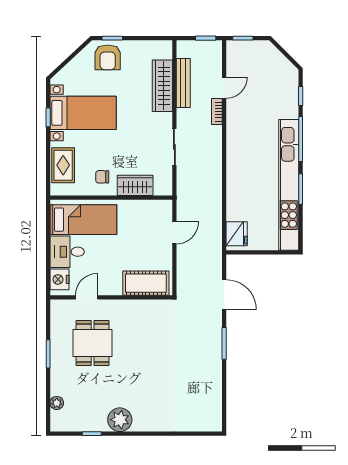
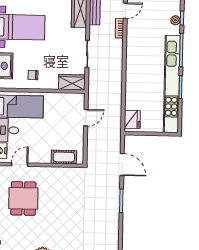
plant: (292, 99) -> (175, 20), added
wardrobe: (135, 185) -> (72, 82), moved
cot: (146, 283) -> (64, 157), width x0.73, depth x0.75

